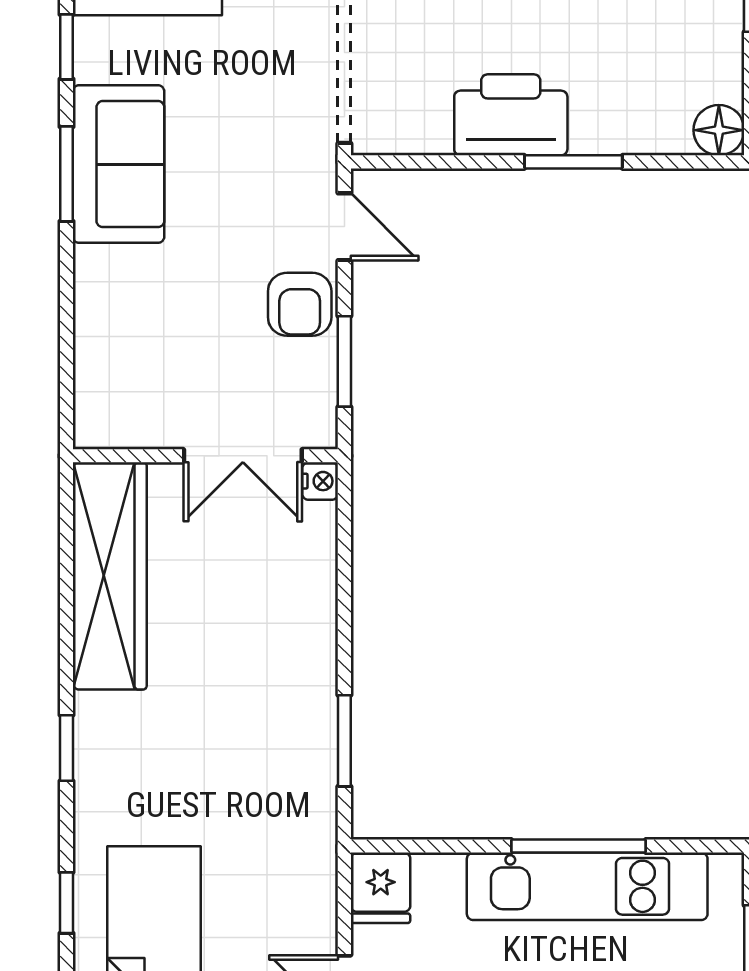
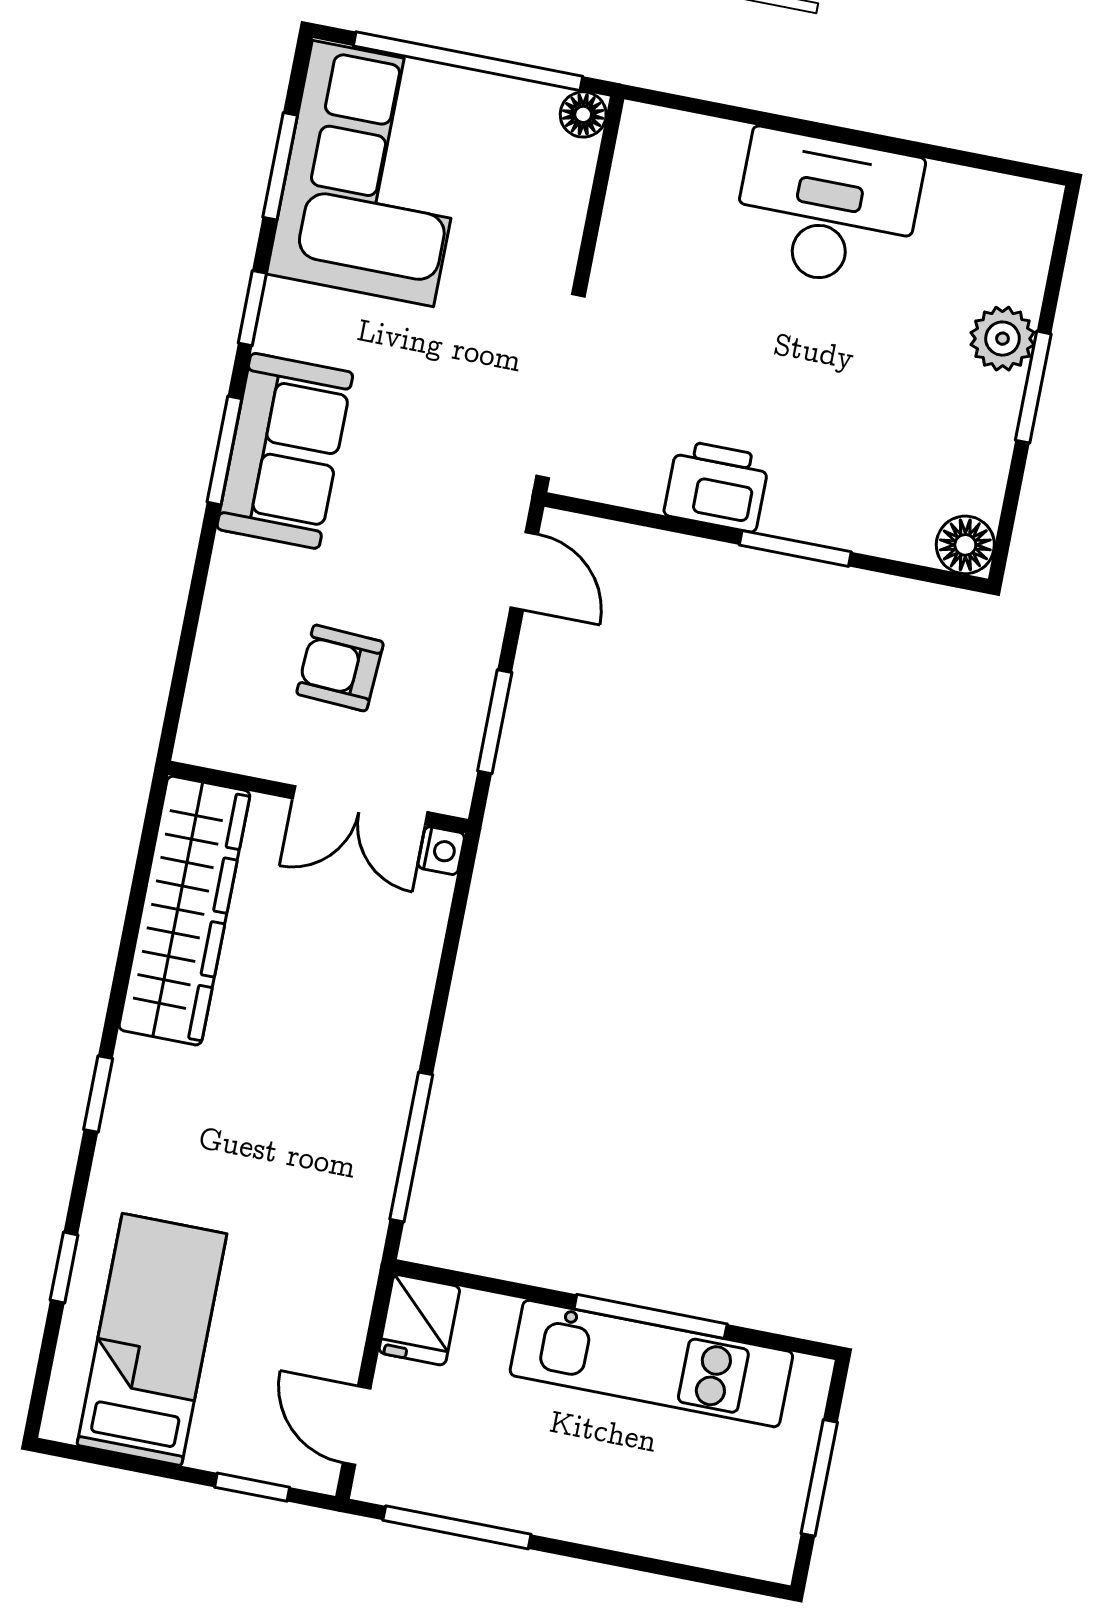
printer: (511, 115) -> (717, 486), width x0.73, depth x0.84
armchair: (300, 304) -> (340, 668), moved, turned 93
window: (344, 741) -> (411, 1147), width x1.44

